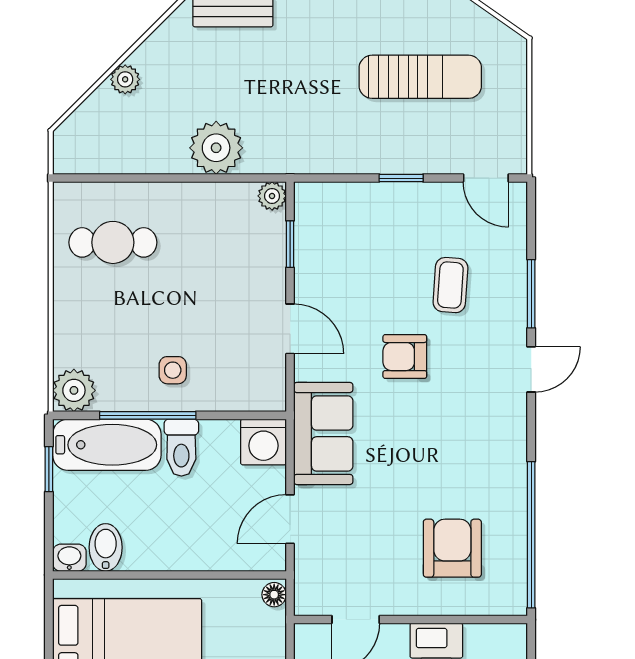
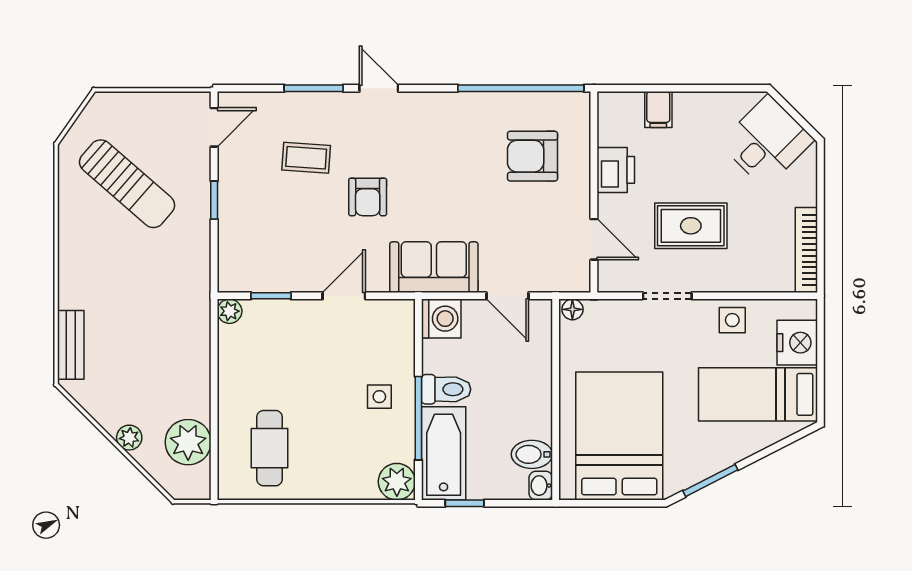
sun lounger: (420, 77) -> (127, 184), turned 131
plant: (216, 148) -> (188, 442), moved

